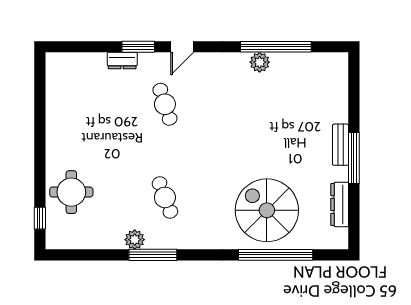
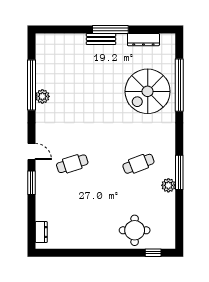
dresser: (122, 61) -> (41, 232), moved

